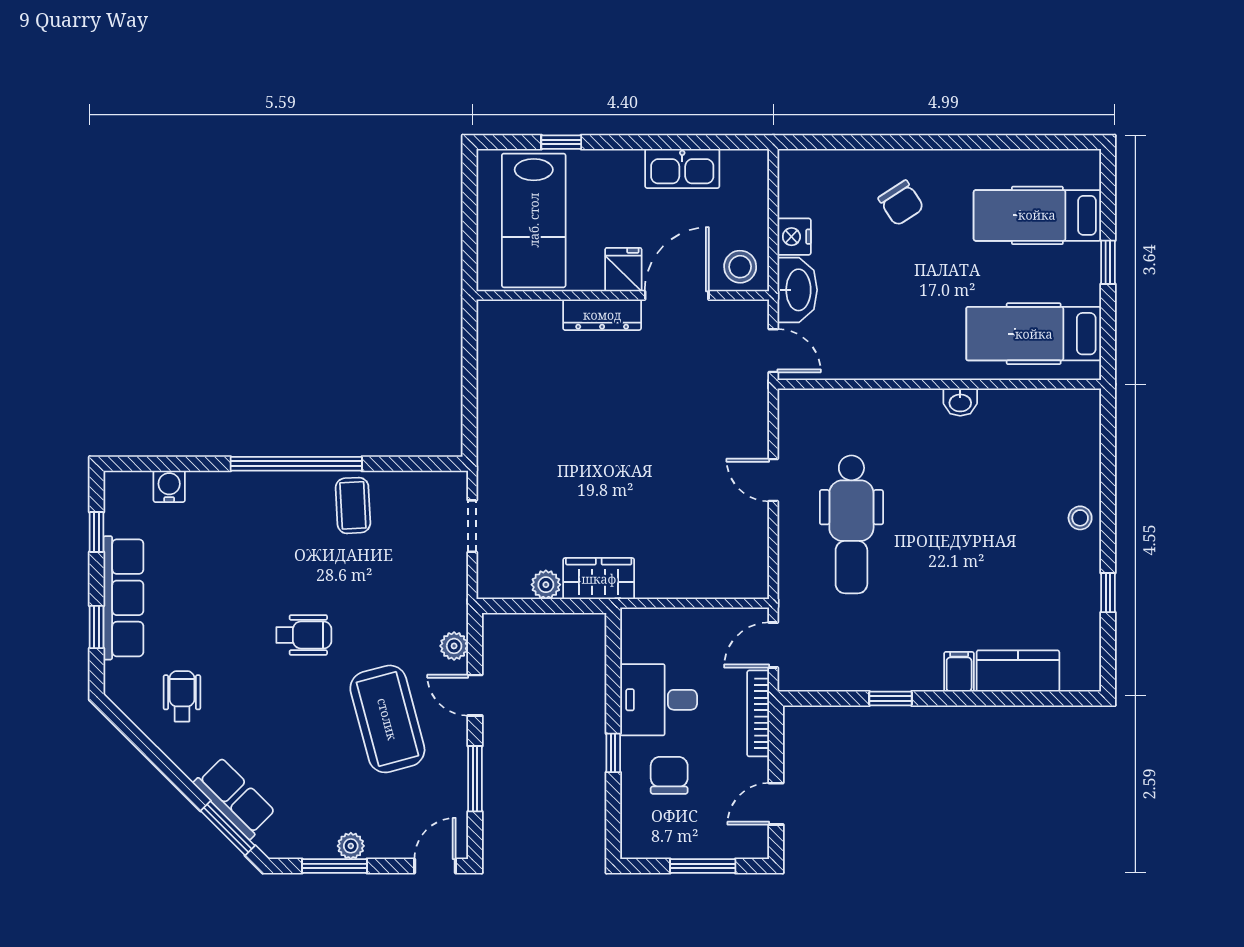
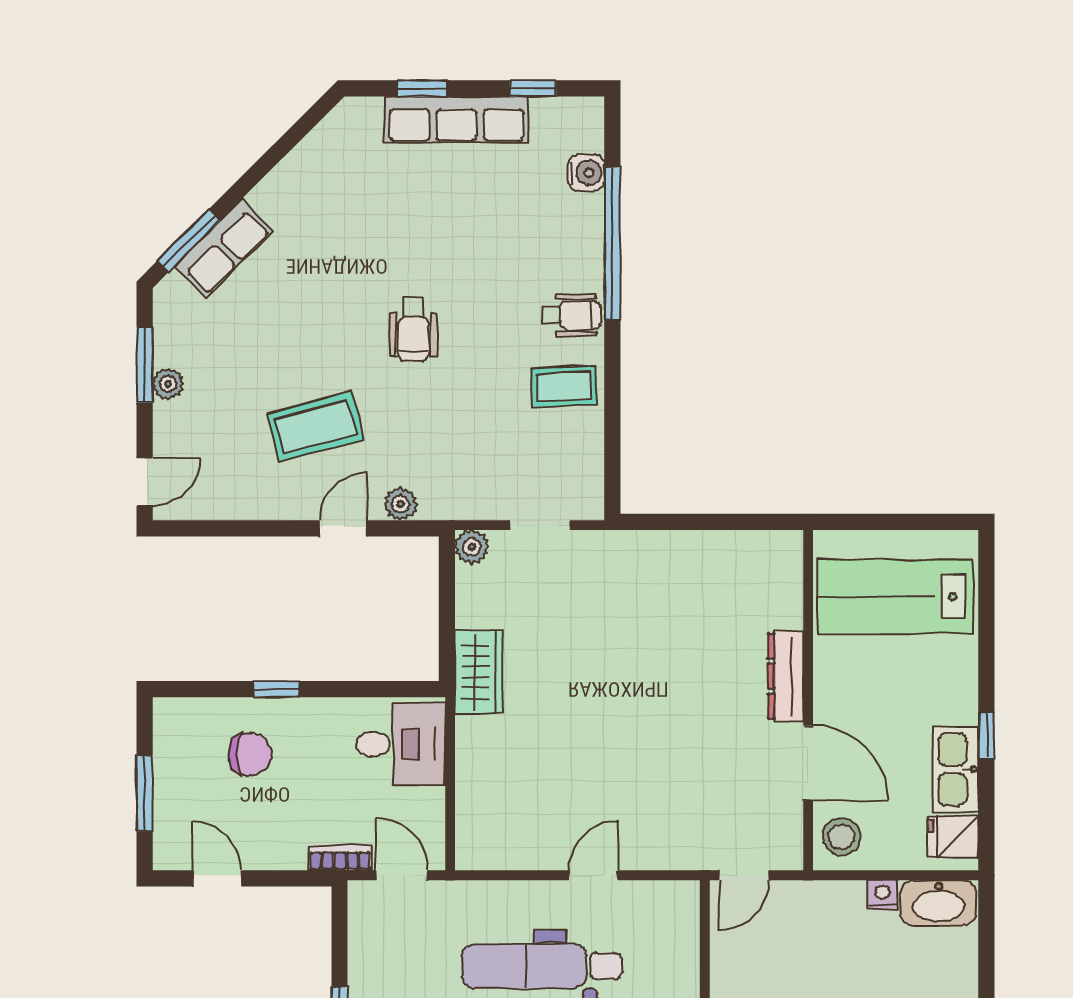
window: (561, 142) -> (986, 736), moved
nightstand: (794, 237) -> (882, 894), width x0.72, depth x0.74
fridge: (623, 270) -> (953, 837), moved, turned 180
washbasin: (797, 290) -> (939, 903), moved
window: (296, 464) -> (612, 243), moved
plant: (546, 585) -> (472, 547), moved
wheelchair: (182, 696) -> (571, 315), moved
desk: (659, 700) -> (401, 744), moved, turned 90
bookcase: (758, 713) -> (340, 858), width x0.64
coffee table: (387, 719) -> (316, 427), width x0.73, depth x0.76
window: (475, 779) -> (246, 528), removed
door: (435, 866) -> (145, 482), hinge flipped

